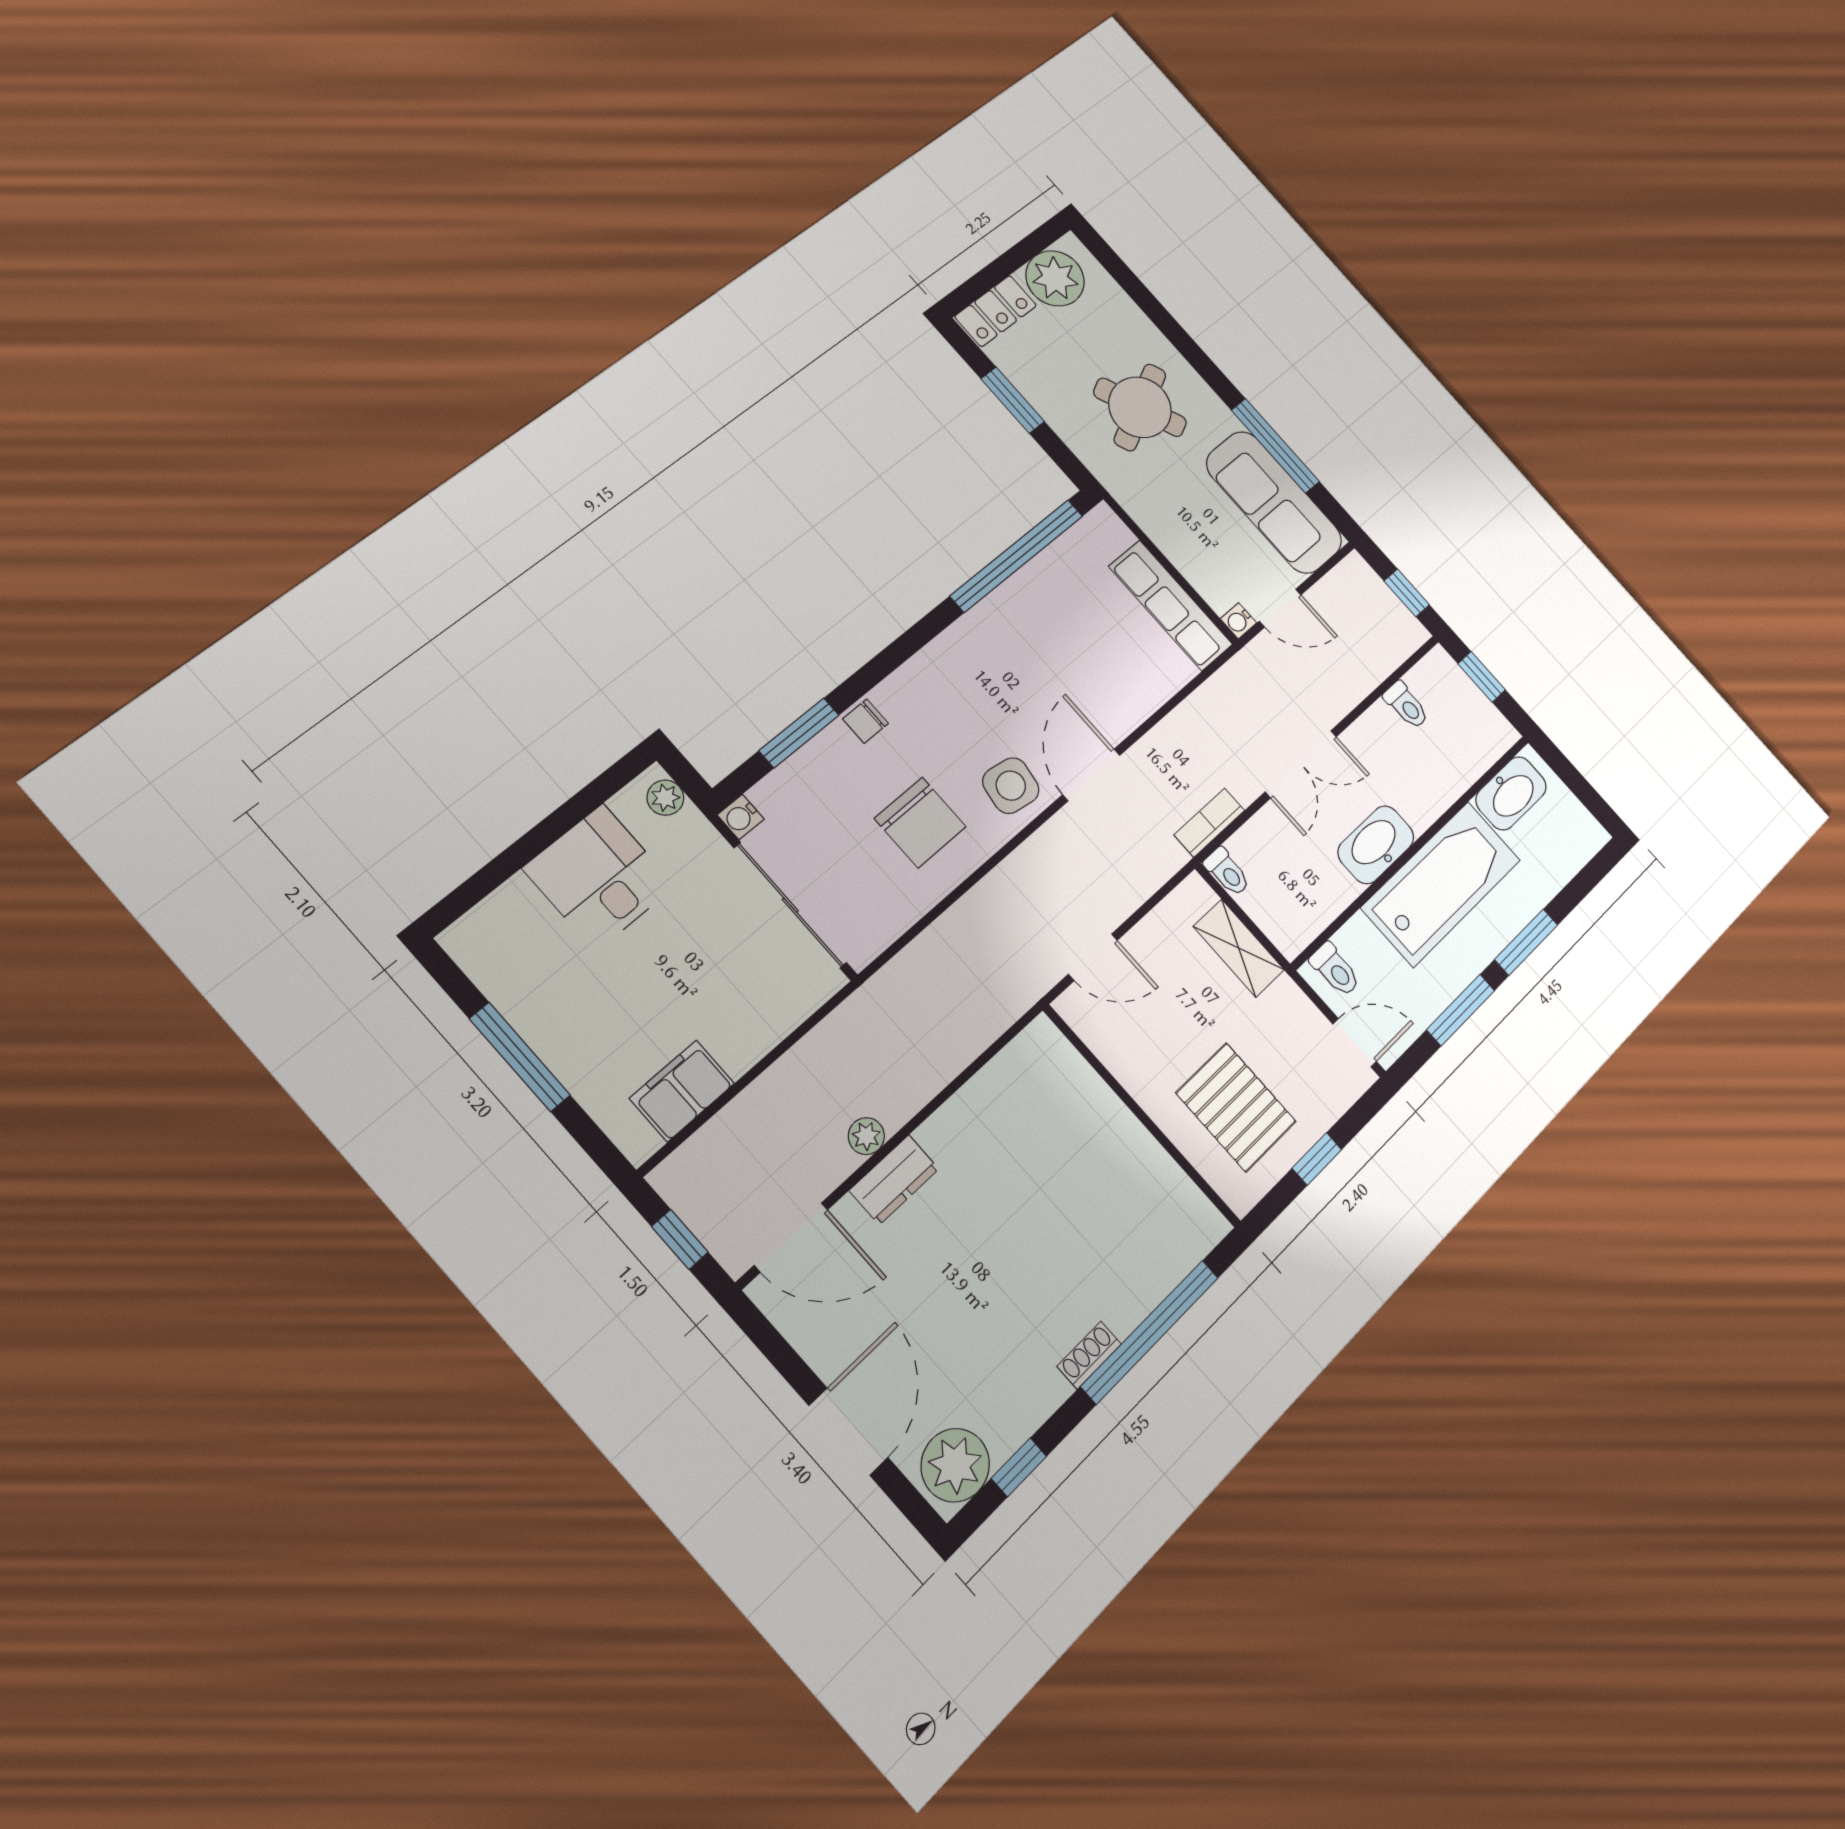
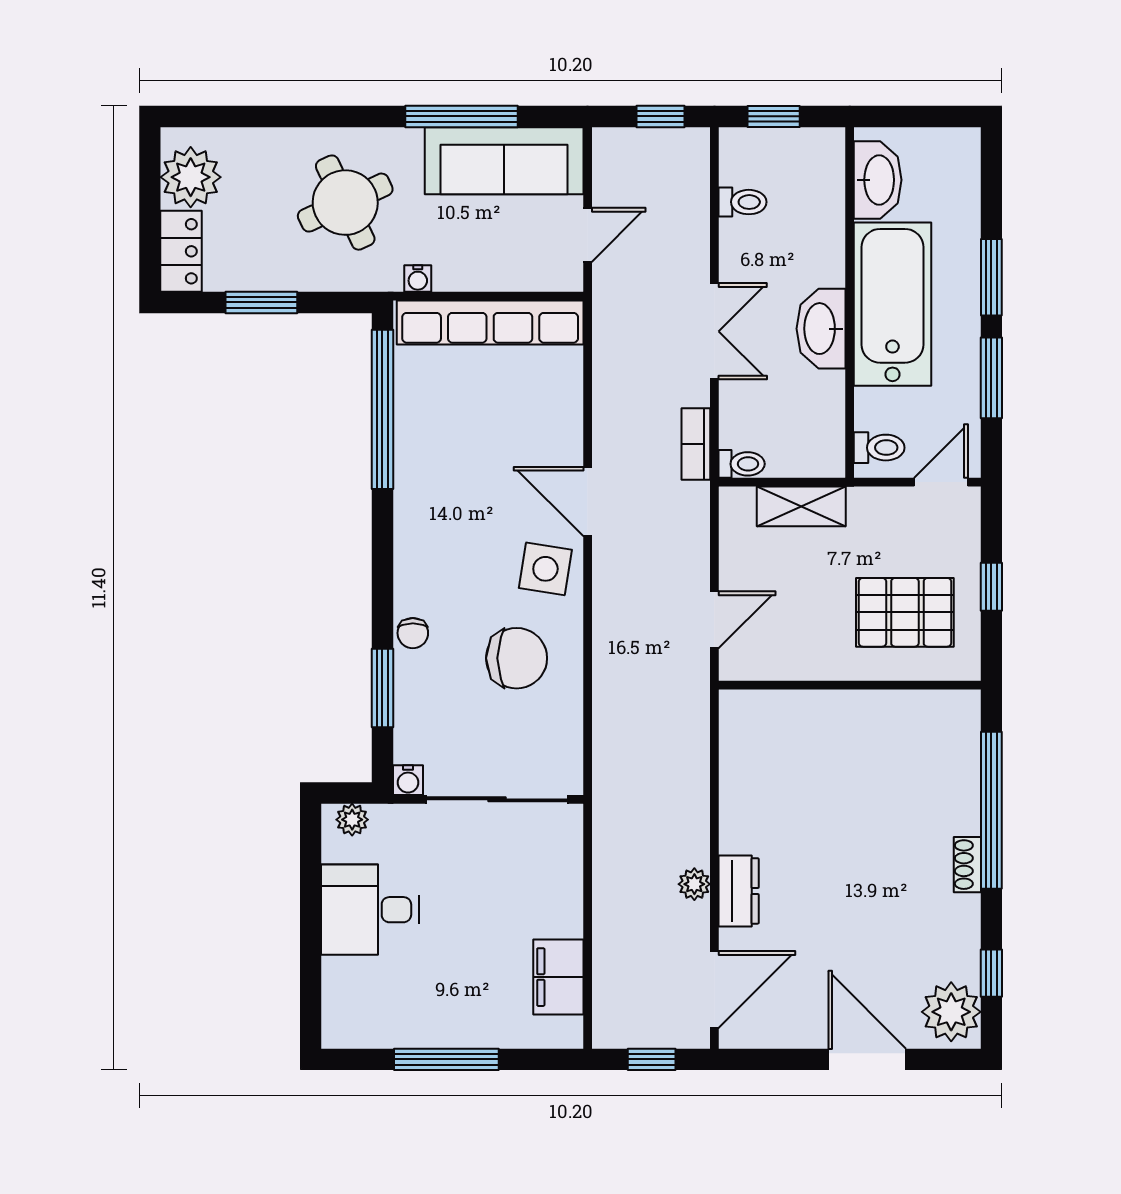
row of seats: (1171, 605) -> (490, 322), width x1.36
water cooler: (1239, 621) -> (418, 279), moved

